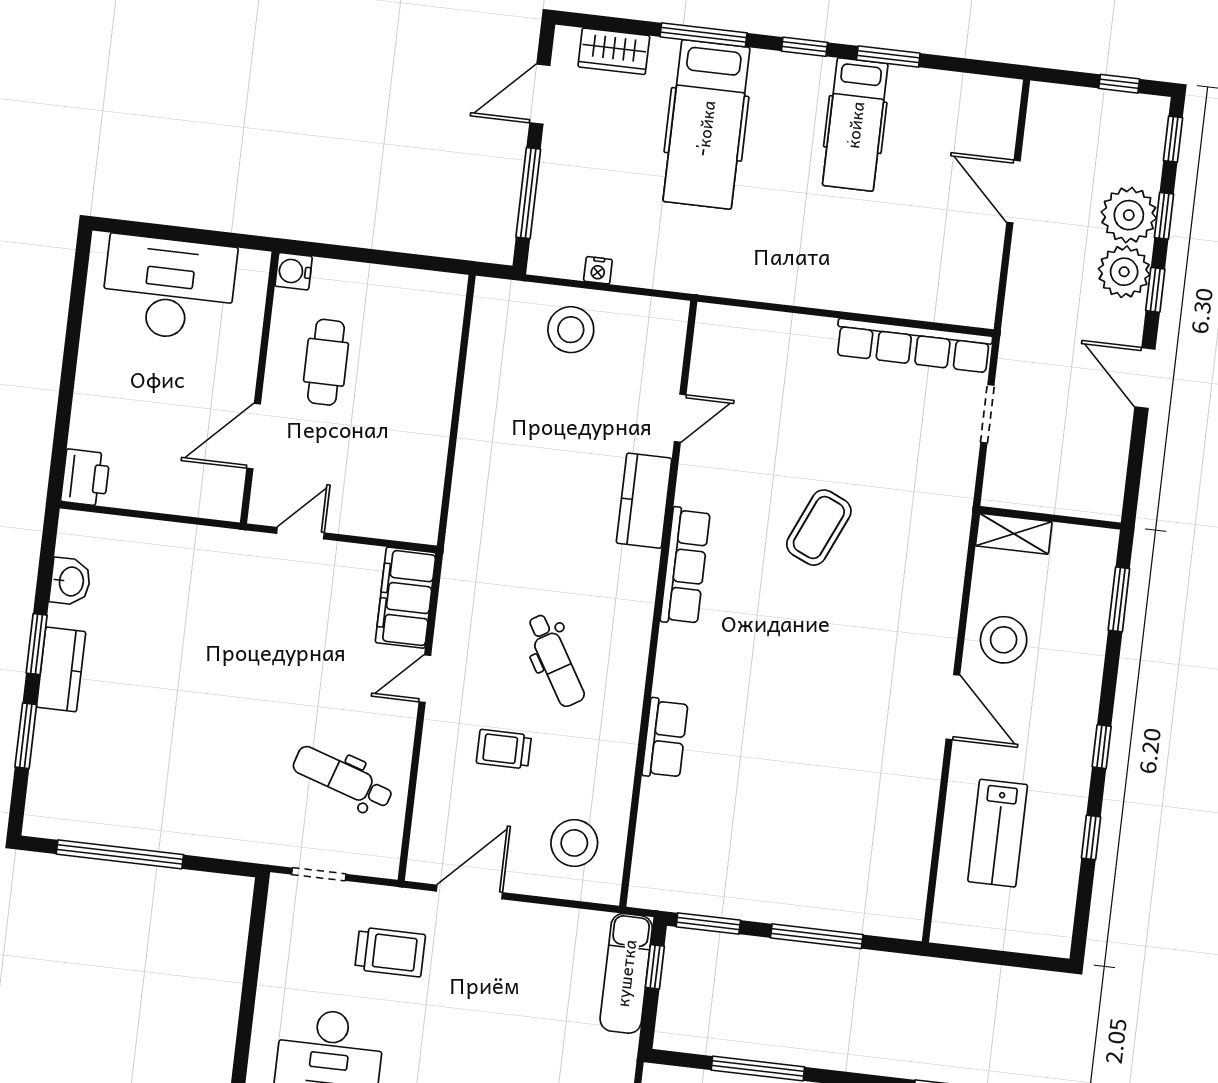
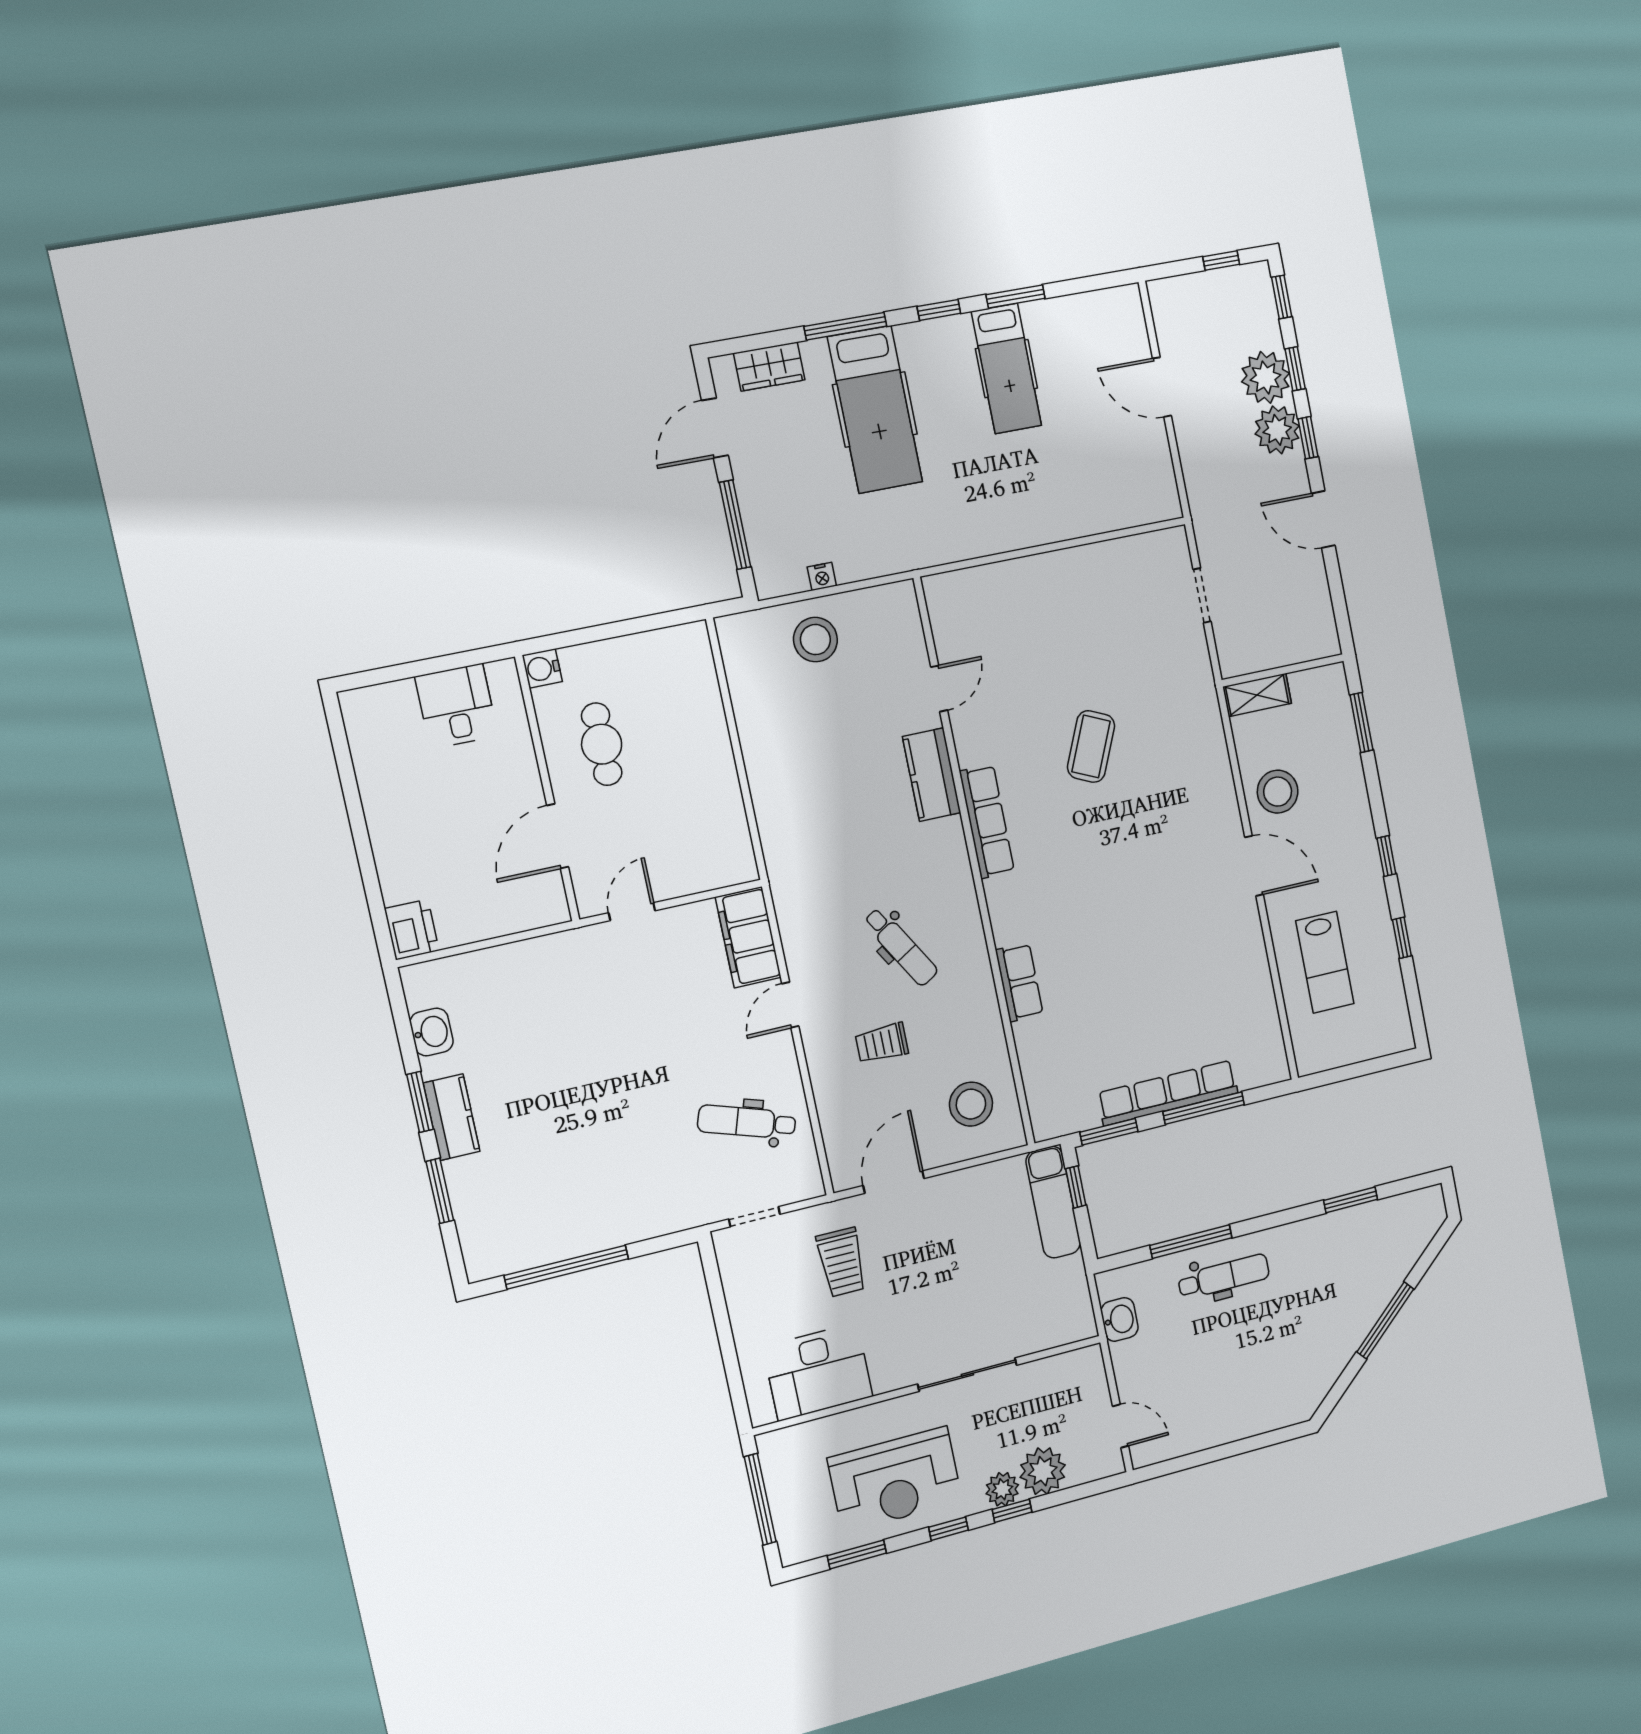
desk: (169, 288) -> (456, 706), width x0.53, depth x0.77
row of seats: (914, 346) -> (1168, 1093), moved, turned 180
trolley: (390, 952) -> (842, 1262), turned 90

